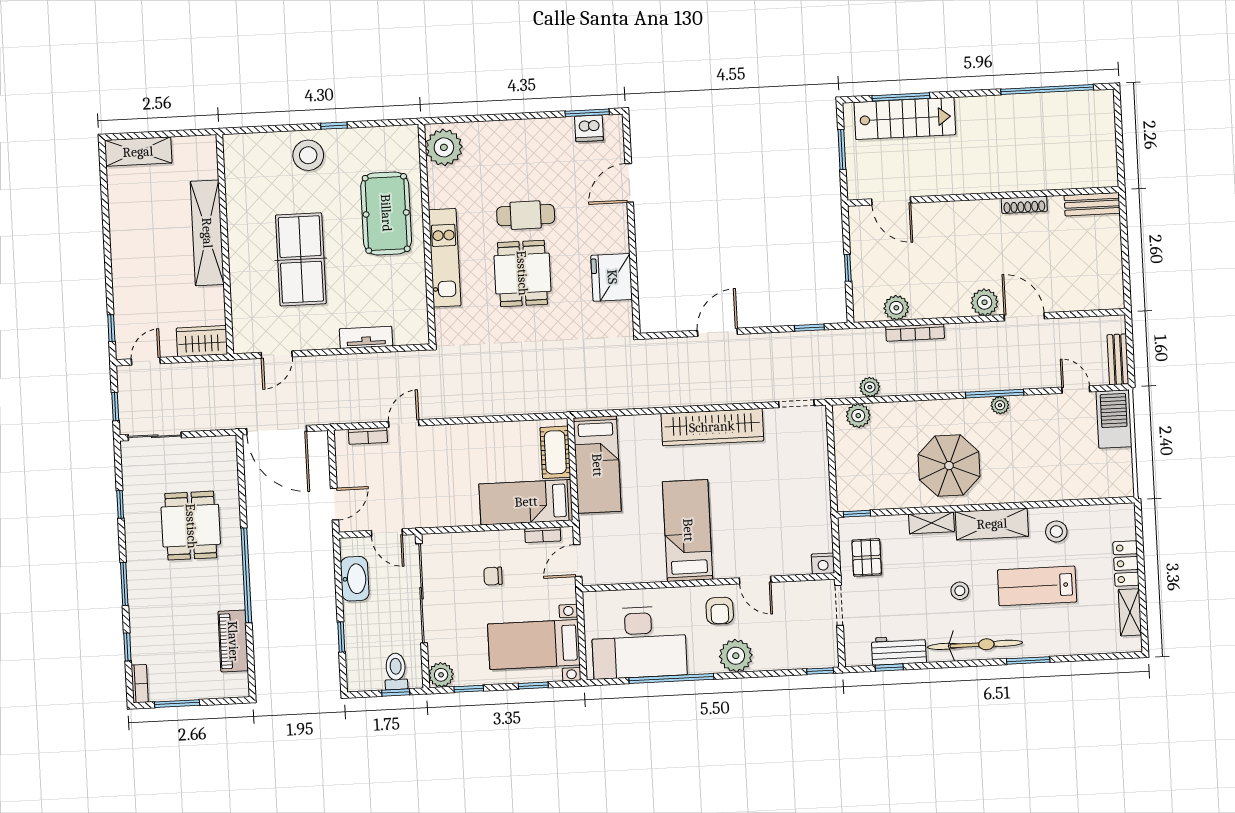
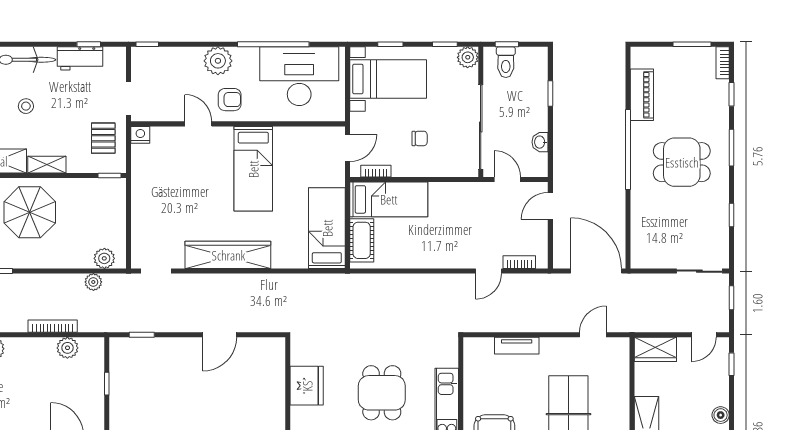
boiler: (121, 267) -> (721, 415), added
dining table: (191, 526) -> (682, 162), moved, turned 90
washbasin: (355, 579) -> (540, 142), width x0.52, depth x0.69
armchair: (720, 611) -> (230, 100), turned 90

